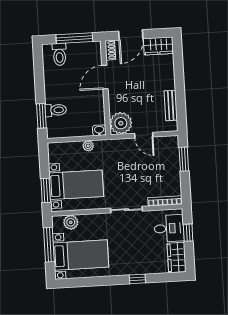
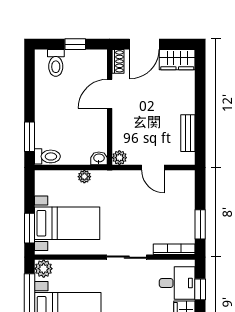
window: (74, 38) -> (75, 44), width x0.46
toilet: (56, 110) -> (47, 156), moved
plant: (121, 123) -> (119, 158), width x0.53, depth x0.53
window: (184, 159) -> (200, 224), moved
plant: (71, 222) -> (44, 269), moved

